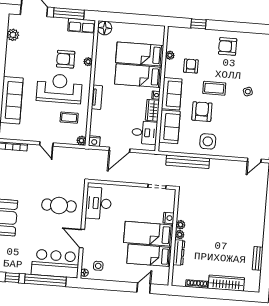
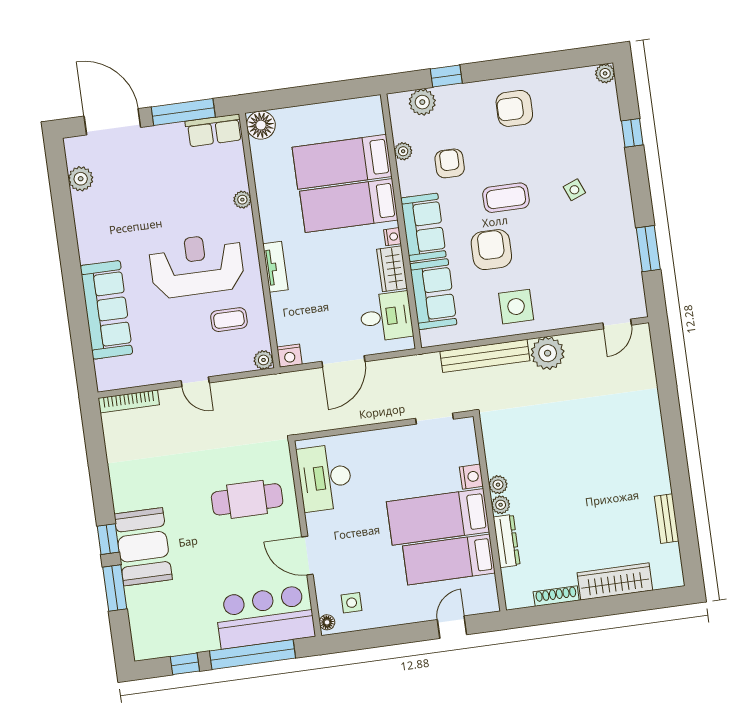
plant: (184, 34) -> (422, 102), added
armchair: (66, 59) -> (197, 204), removed
plant: (218, 167) -> (548, 353), added

